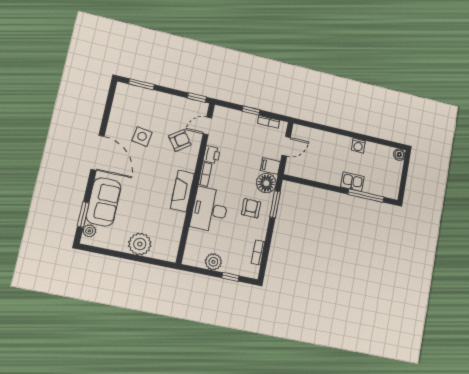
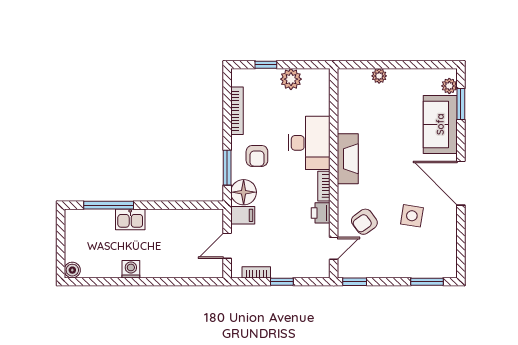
plant: (140, 244) -> (379, 76), width x0.53, depth x0.53
bookcase: (258, 252) -> (237, 111), width x1.56

